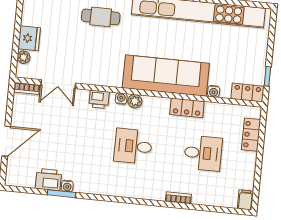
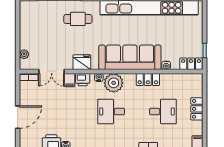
fridge: (29, 38) -> (82, 62), moved, turned -90
filing cabinet: (81, 98) -> (70, 80), added
plant: (135, 101) -> (114, 83), width x1.87, depth x1.87
locker: (251, 135) -> (197, 109), moved

